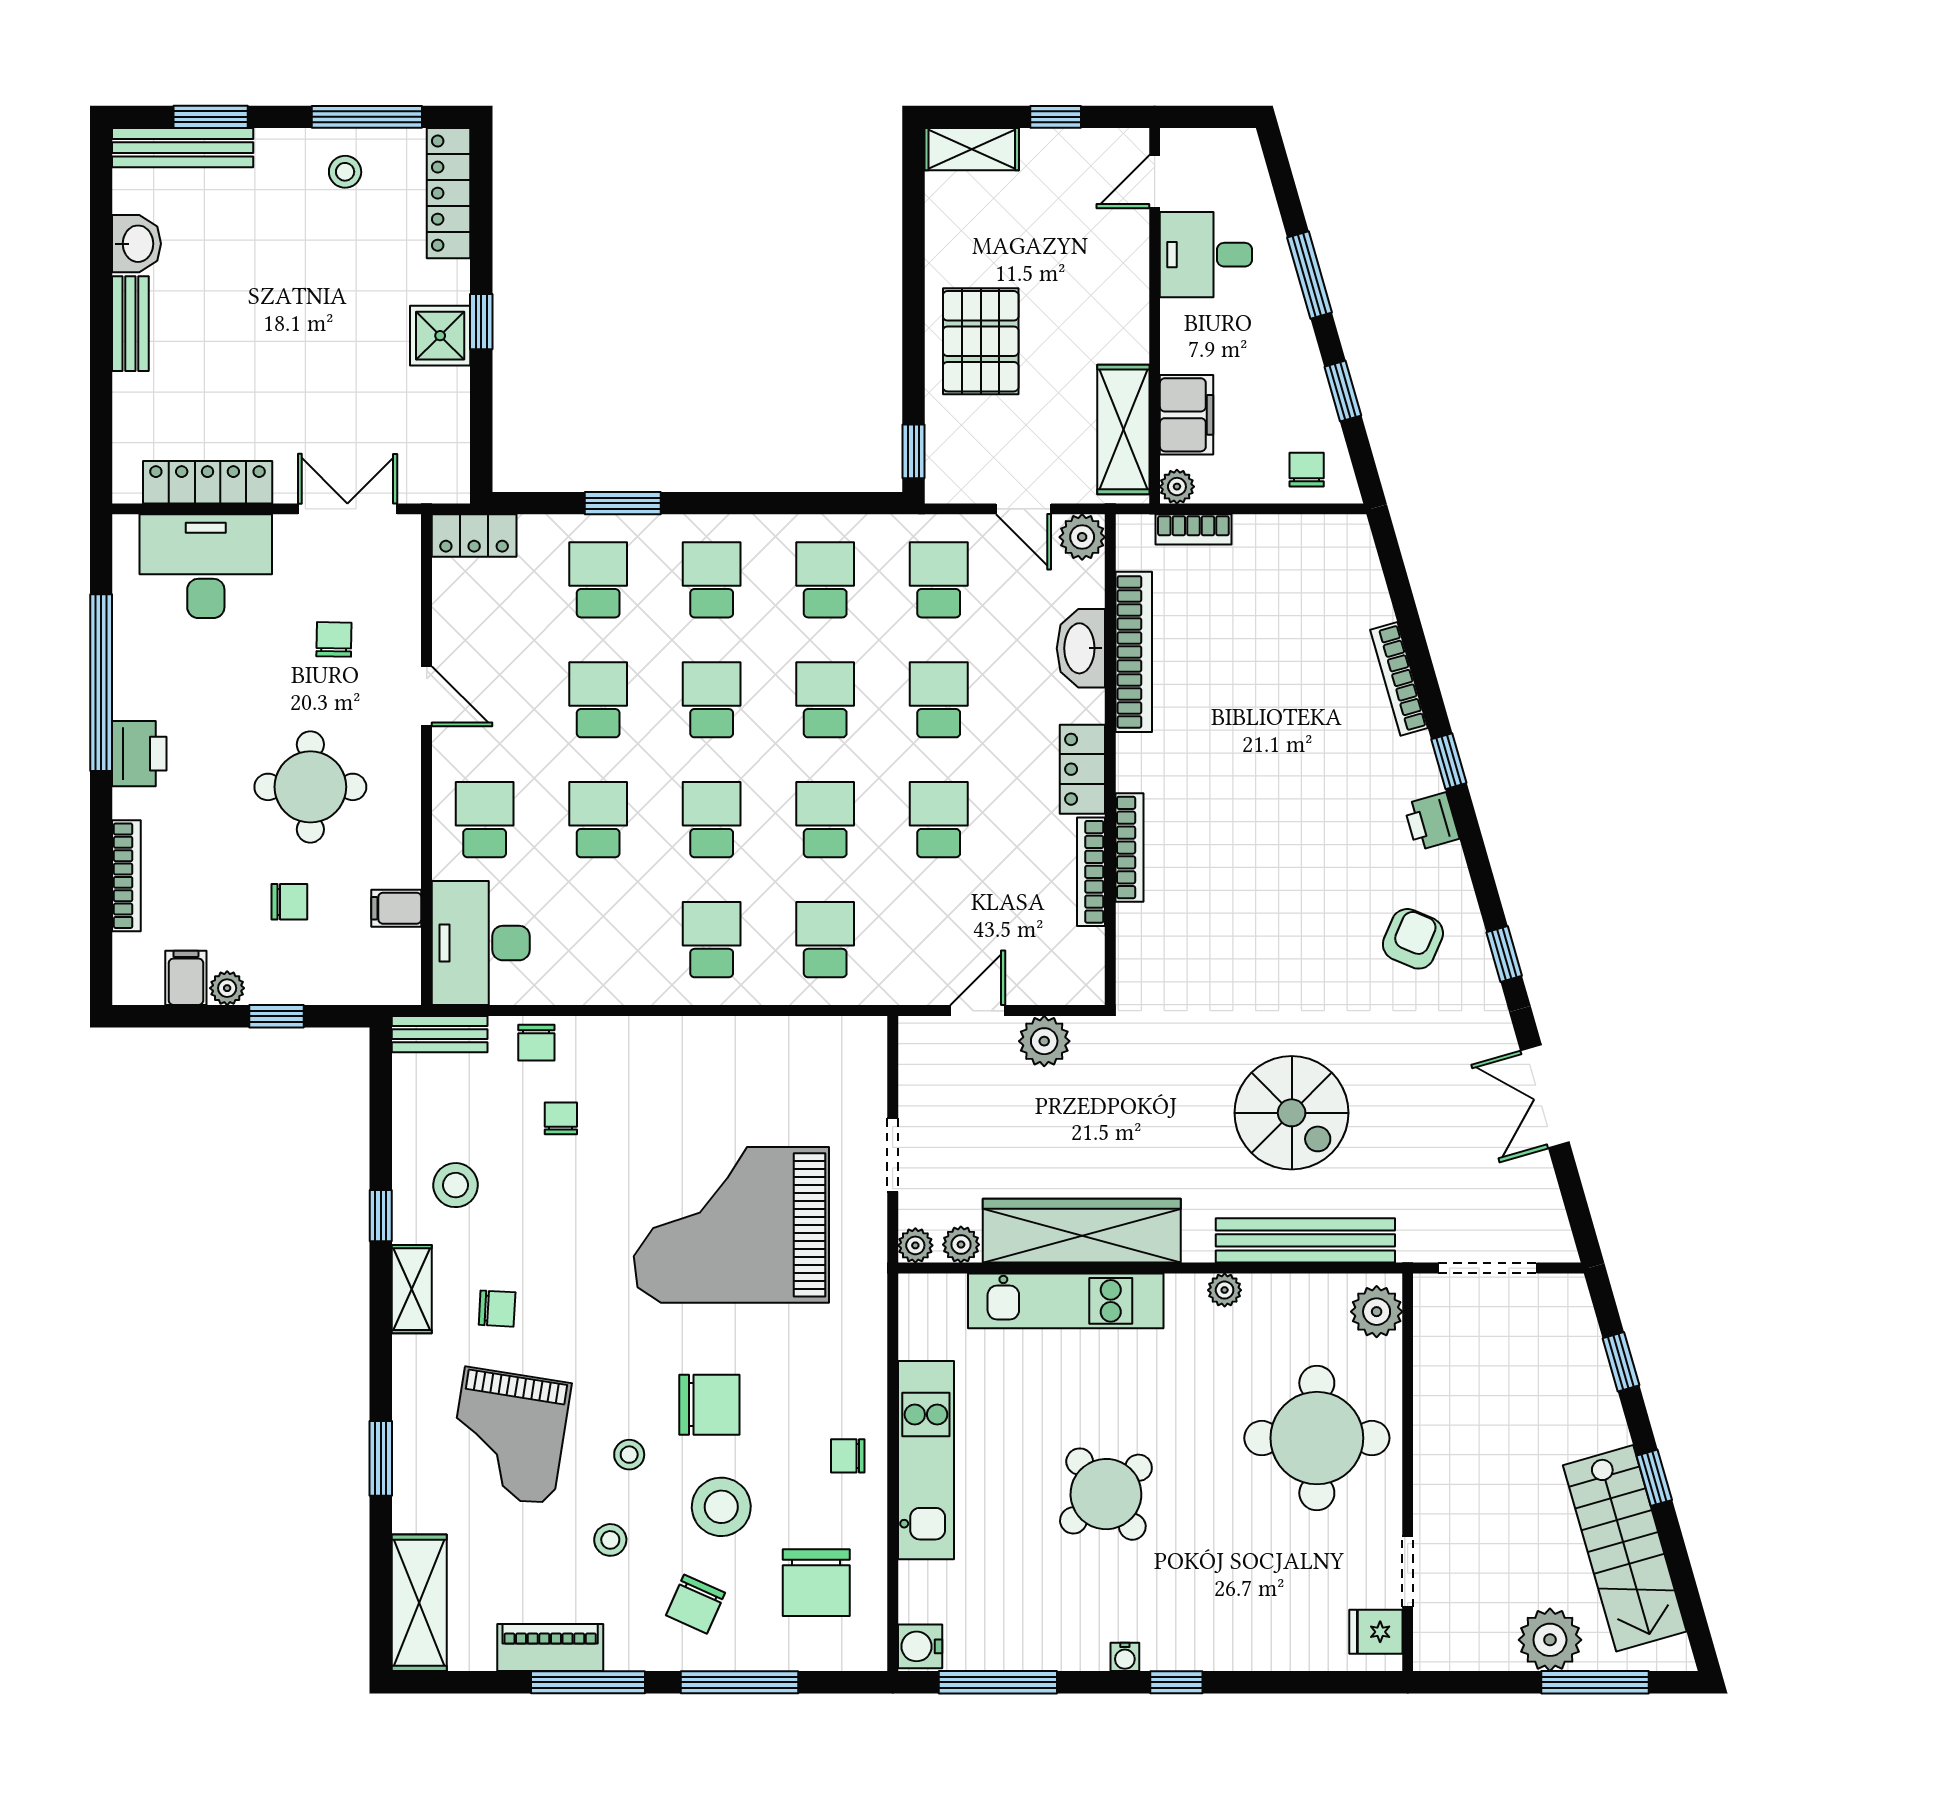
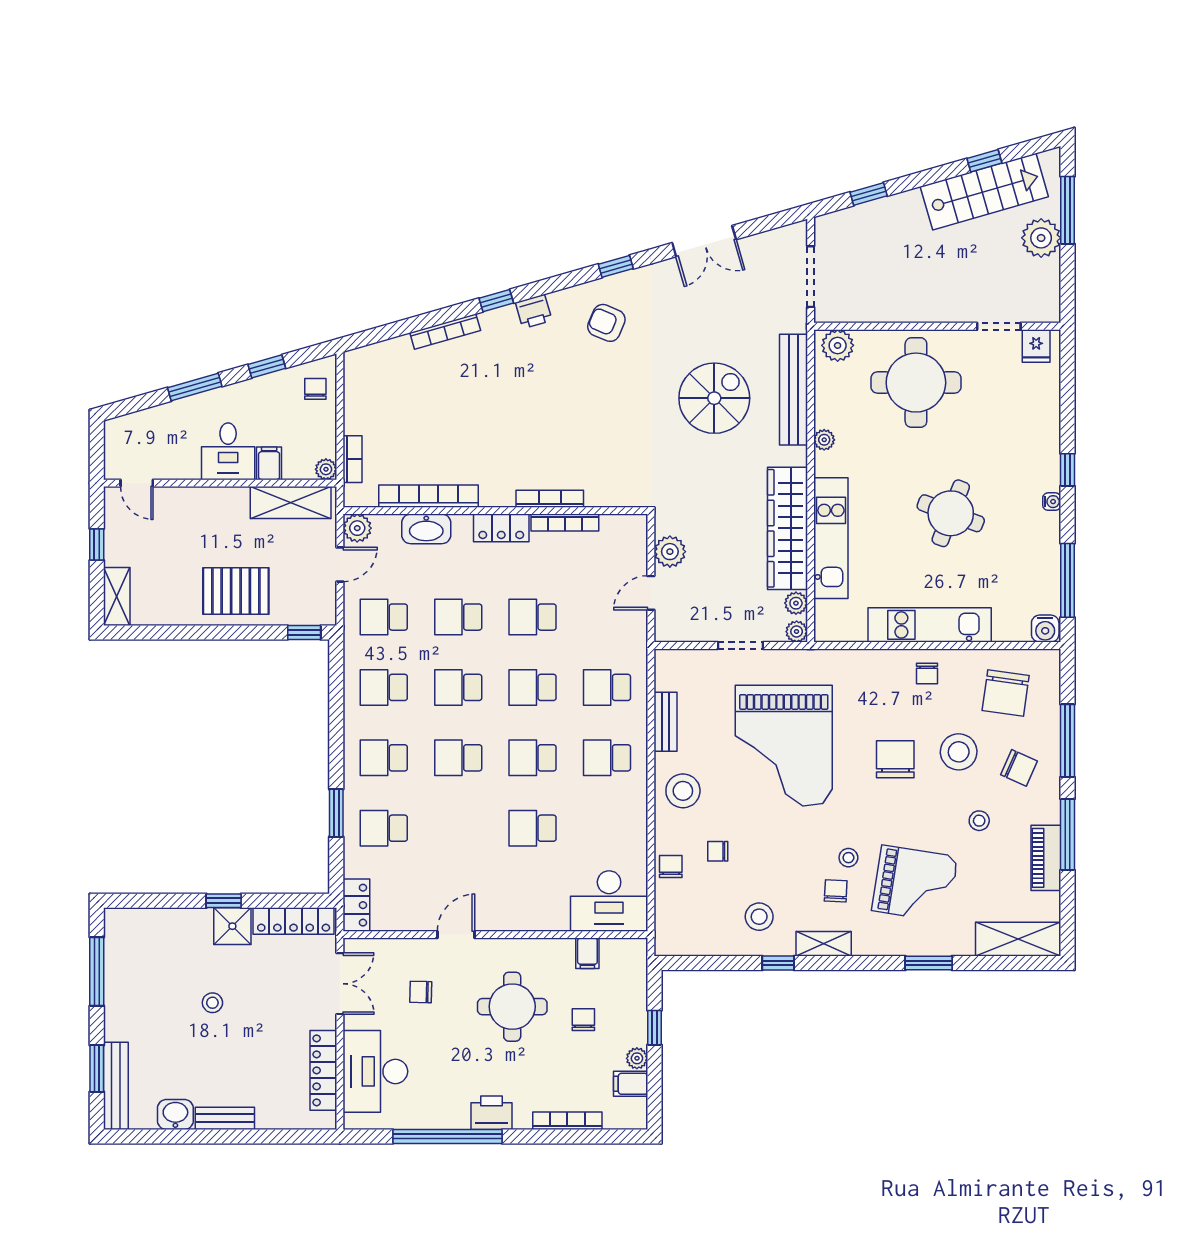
stool: (345, 172) -> (212, 1003), moved
locker: (448, 193) -> (294, 921), moved
desk: (1206, 255) -> (228, 451), moved
filing cabinet: (1187, 415) -> (269, 463), width x0.50
chair: (1307, 470) -> (315, 389), turned 90
double door: (347, 509) -> (340, 984), swing flipped
school desk: (598, 700) -> (458, 828), removed
school desk: (485, 820) -> (533, 899), removed
door: (978, 1011) -> (651, 593), hinge flipped
bench: (440, 1034) -> (666, 722), moved
chair: (536, 1043) -> (671, 867), turned -90
stool: (658, 1062) -> (683, 791), added
stool: (629, 1455) -> (848, 858), moved
window: (1654, 1478) -> (984, 161), moved
round table: (1106, 1494) -> (951, 513), turned -30
chair: (816, 1583) -> (1006, 693), turned 98

